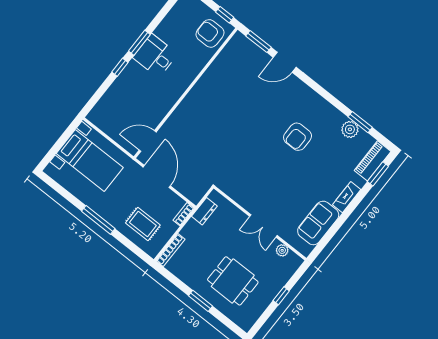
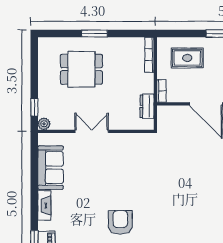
plant: (282, 250) -> (44, 124), moved
window: (281, 296) -> (34, 107), moved

